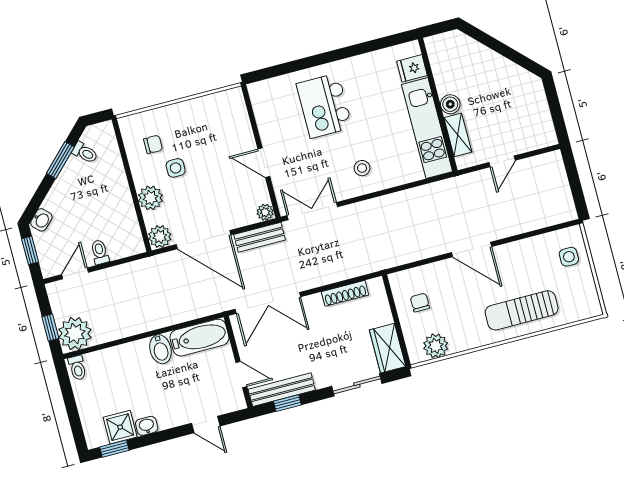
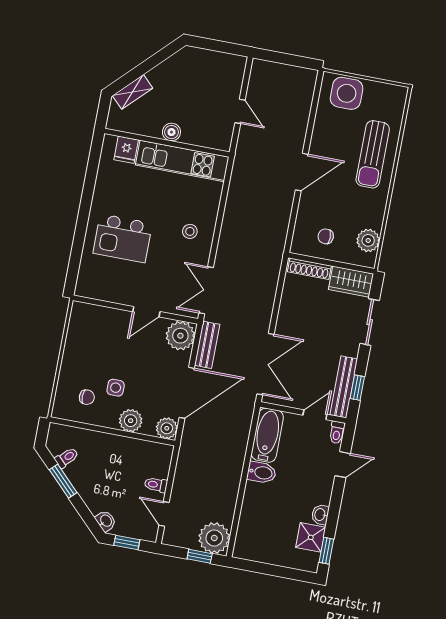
shelving: (458, 135) -> (133, 92), moved, turned -45
chair: (153, 144) -> (87, 397), turned 90
plant: (265, 212) -> (180, 336), width x1.88, depth x1.88
side table: (569, 257) -> (347, 93), width x1.87, depth x1.87
shoe rack: (345, 293) -> (309, 269), moved, turned 90
toilet: (77, 368) -> (337, 432), moved, turned 90

